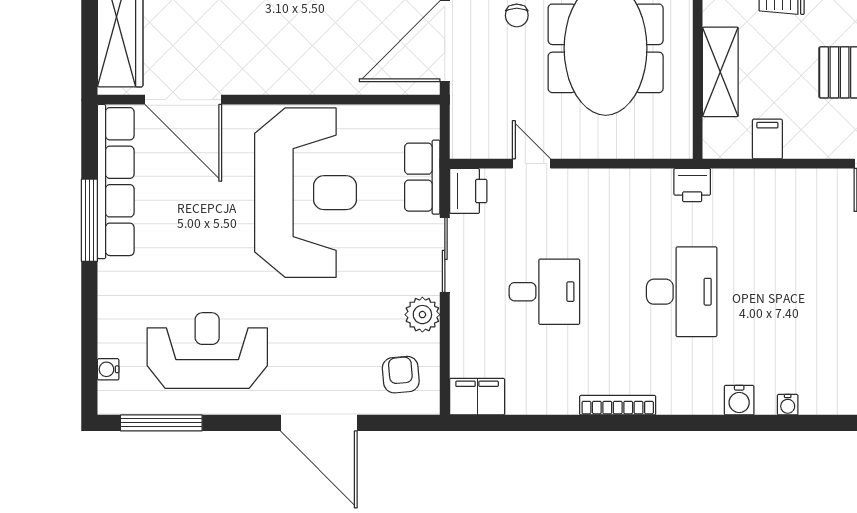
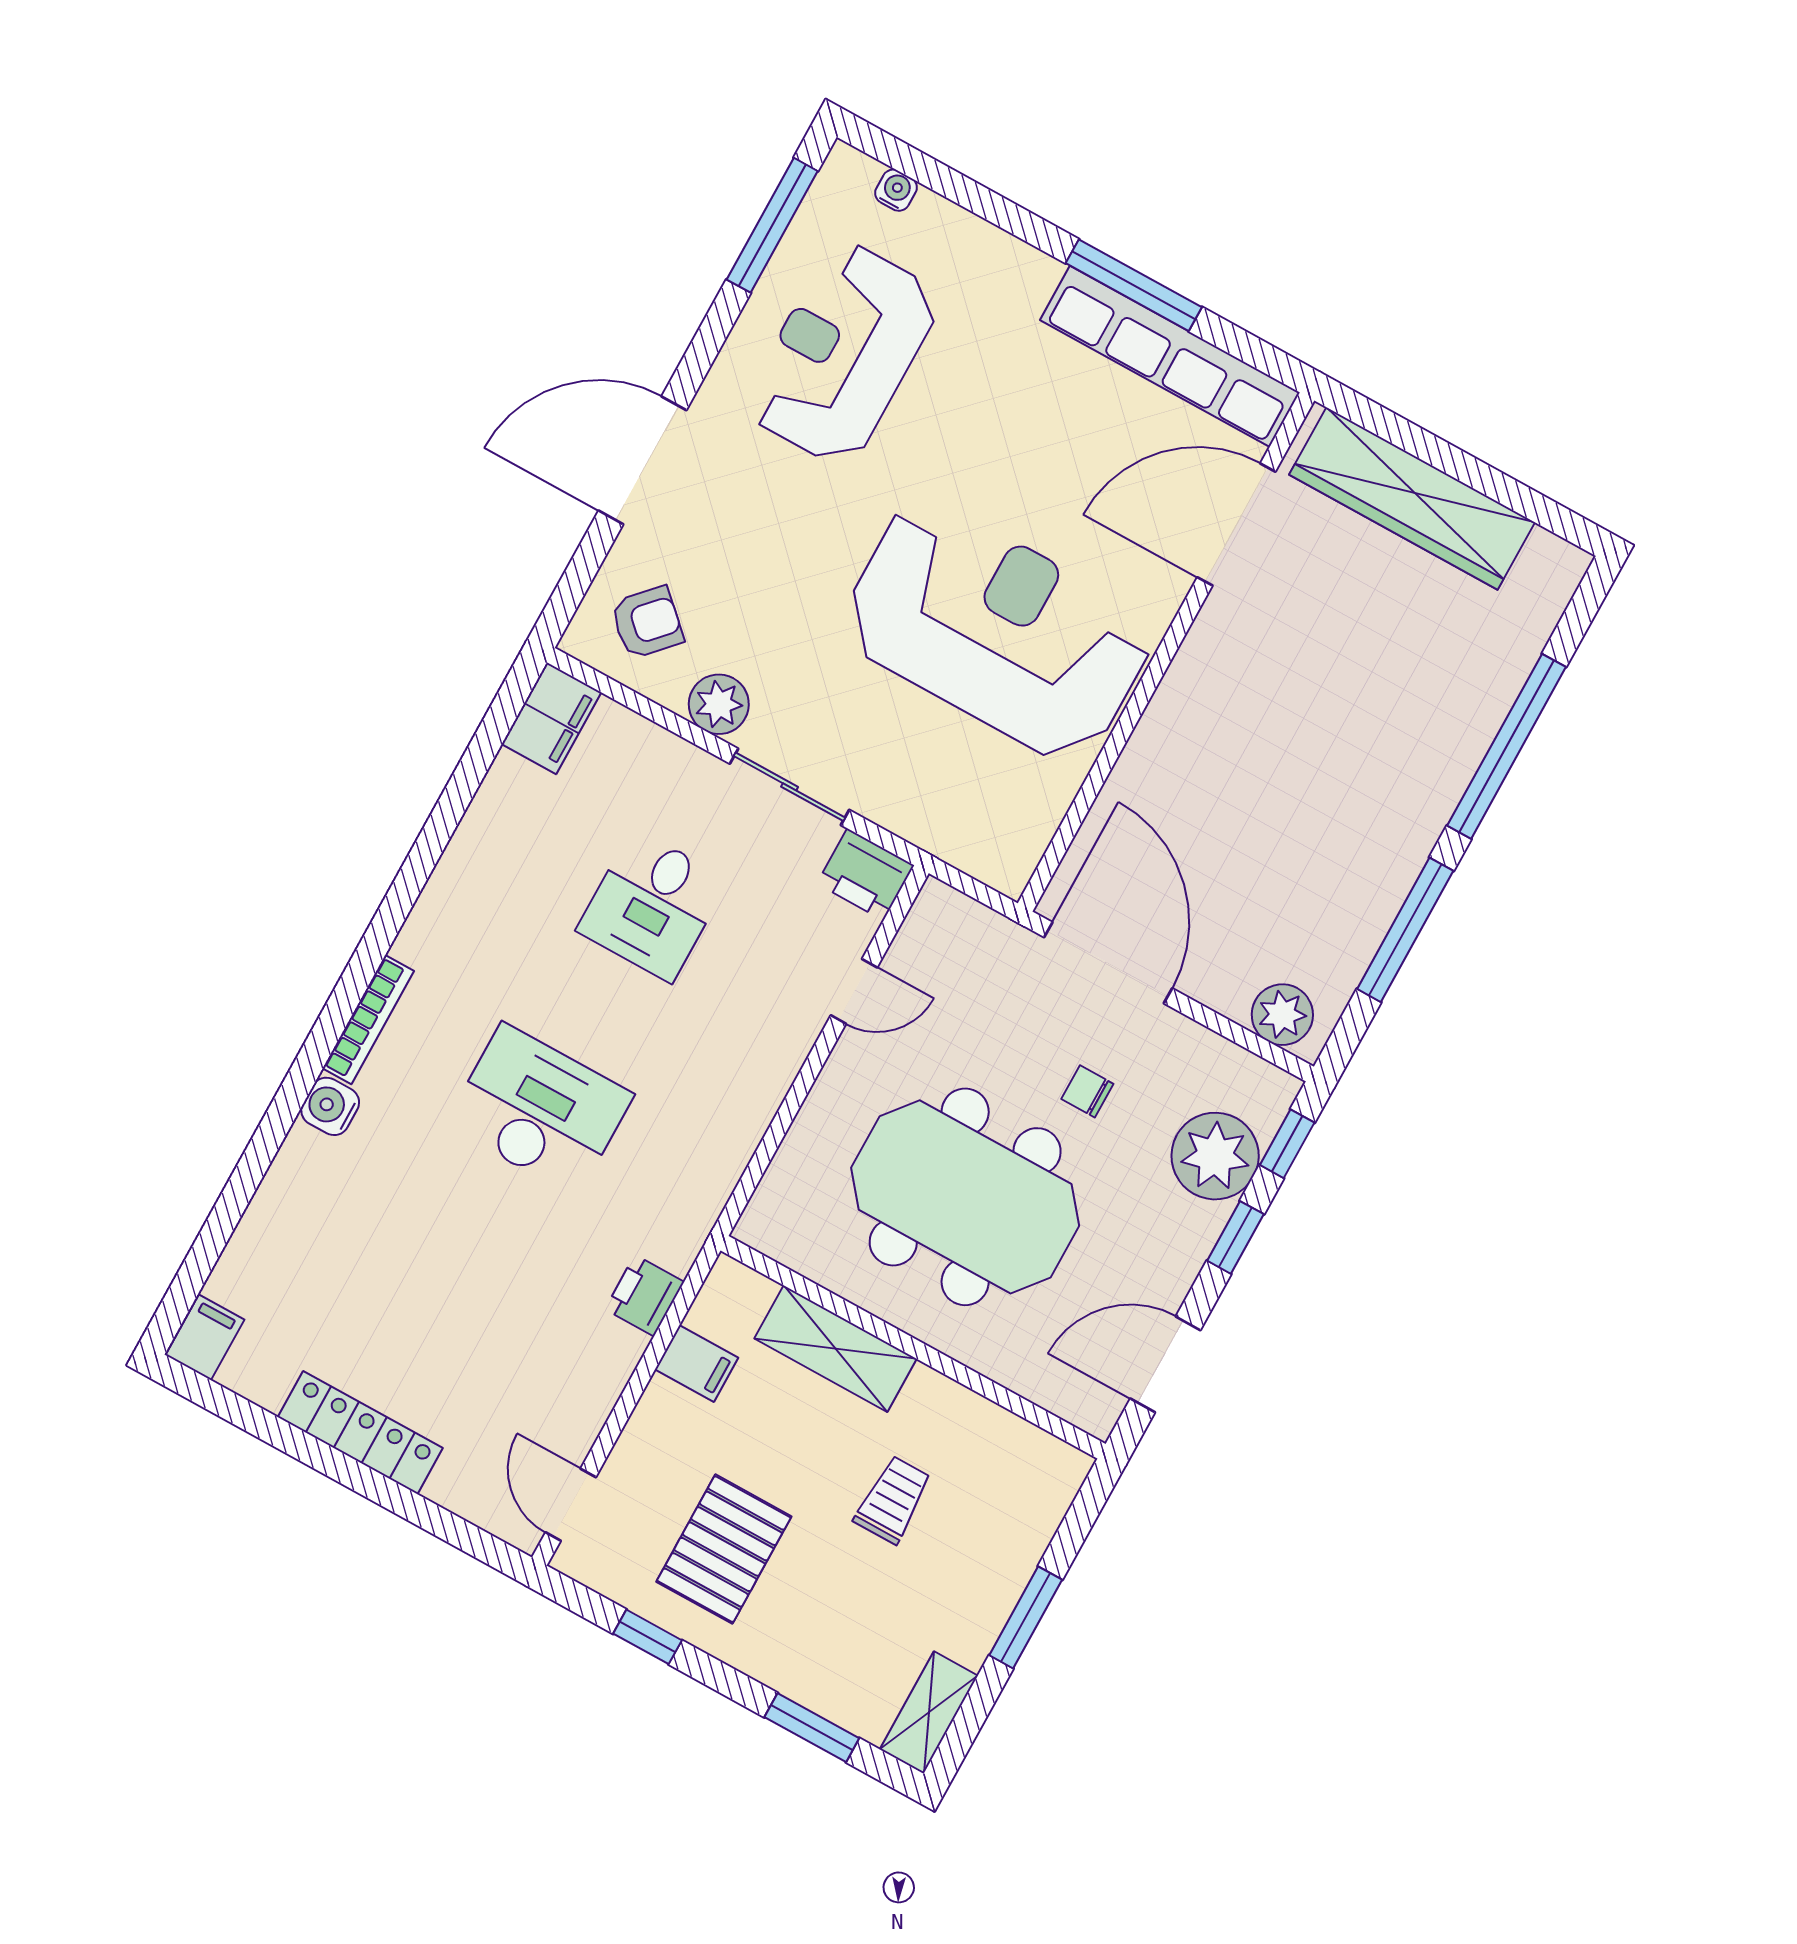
row of seats: (422, 177) -> (924, 817), removed
printer: (692, 185) -> (644, 1296), moved
reception desk: (305, 193) -> (997, 630), turned 180
desk: (682, 292) -> (539, 1110), turned 180
reception desk: (207, 351) -> (842, 353), turned 180
armchair: (401, 375) -> (647, 622), turned -42
bookcase: (618, 405) -> (368, 1020), moved
water cooler: (788, 405) -> (283, 1175), removed

